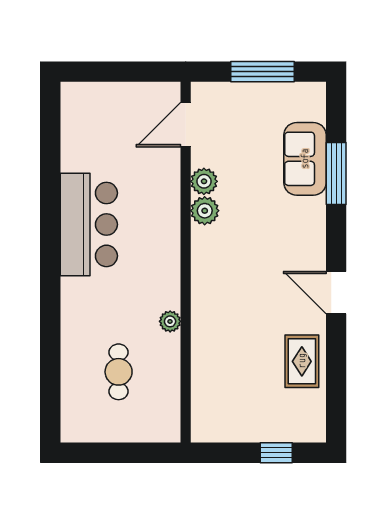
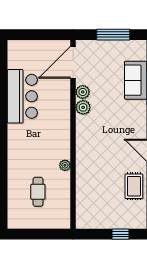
door: (186, 125) -> (73, 62), width x1.36
bar counter: (89, 224) -> (22, 96), moved

